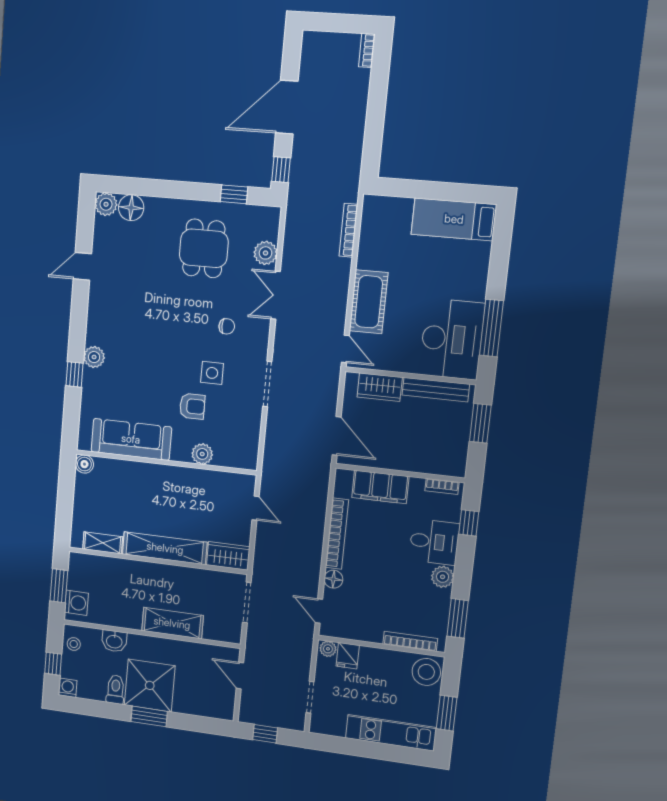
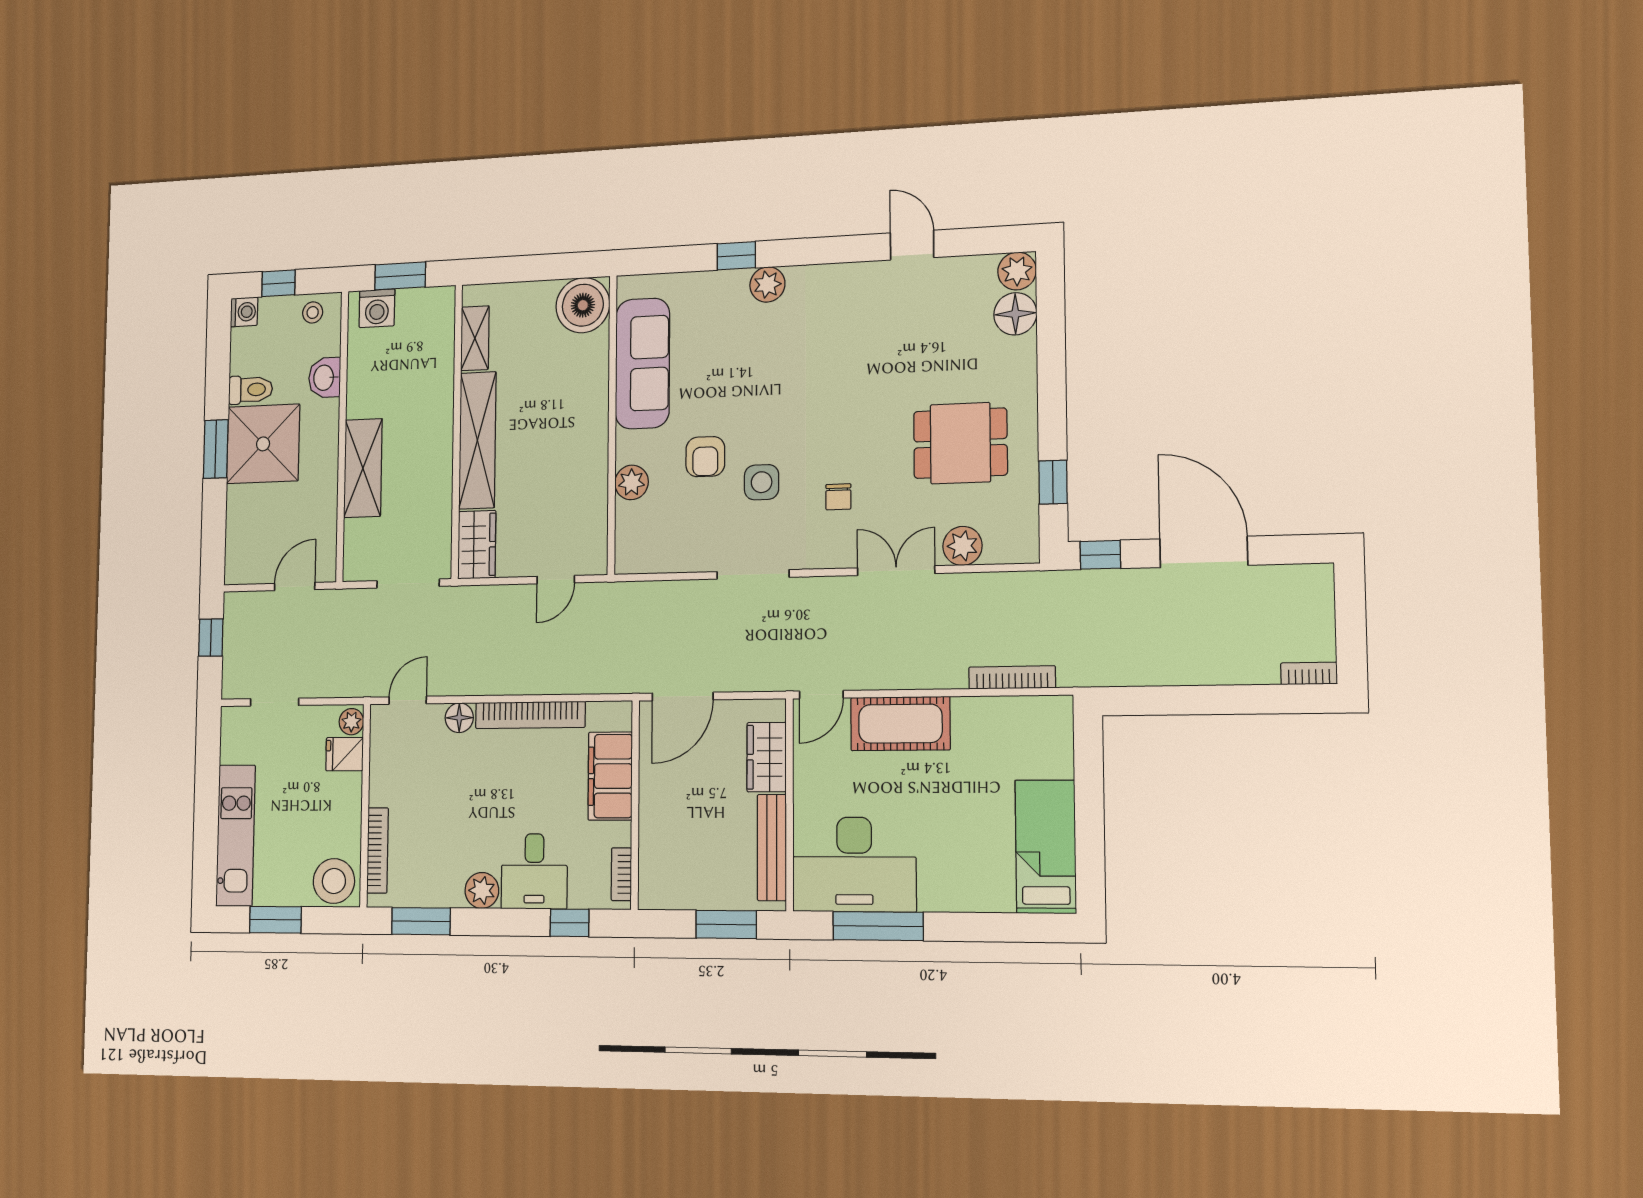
boiler: (84, 464) -> (583, 305), width x1.86, depth x1.86

